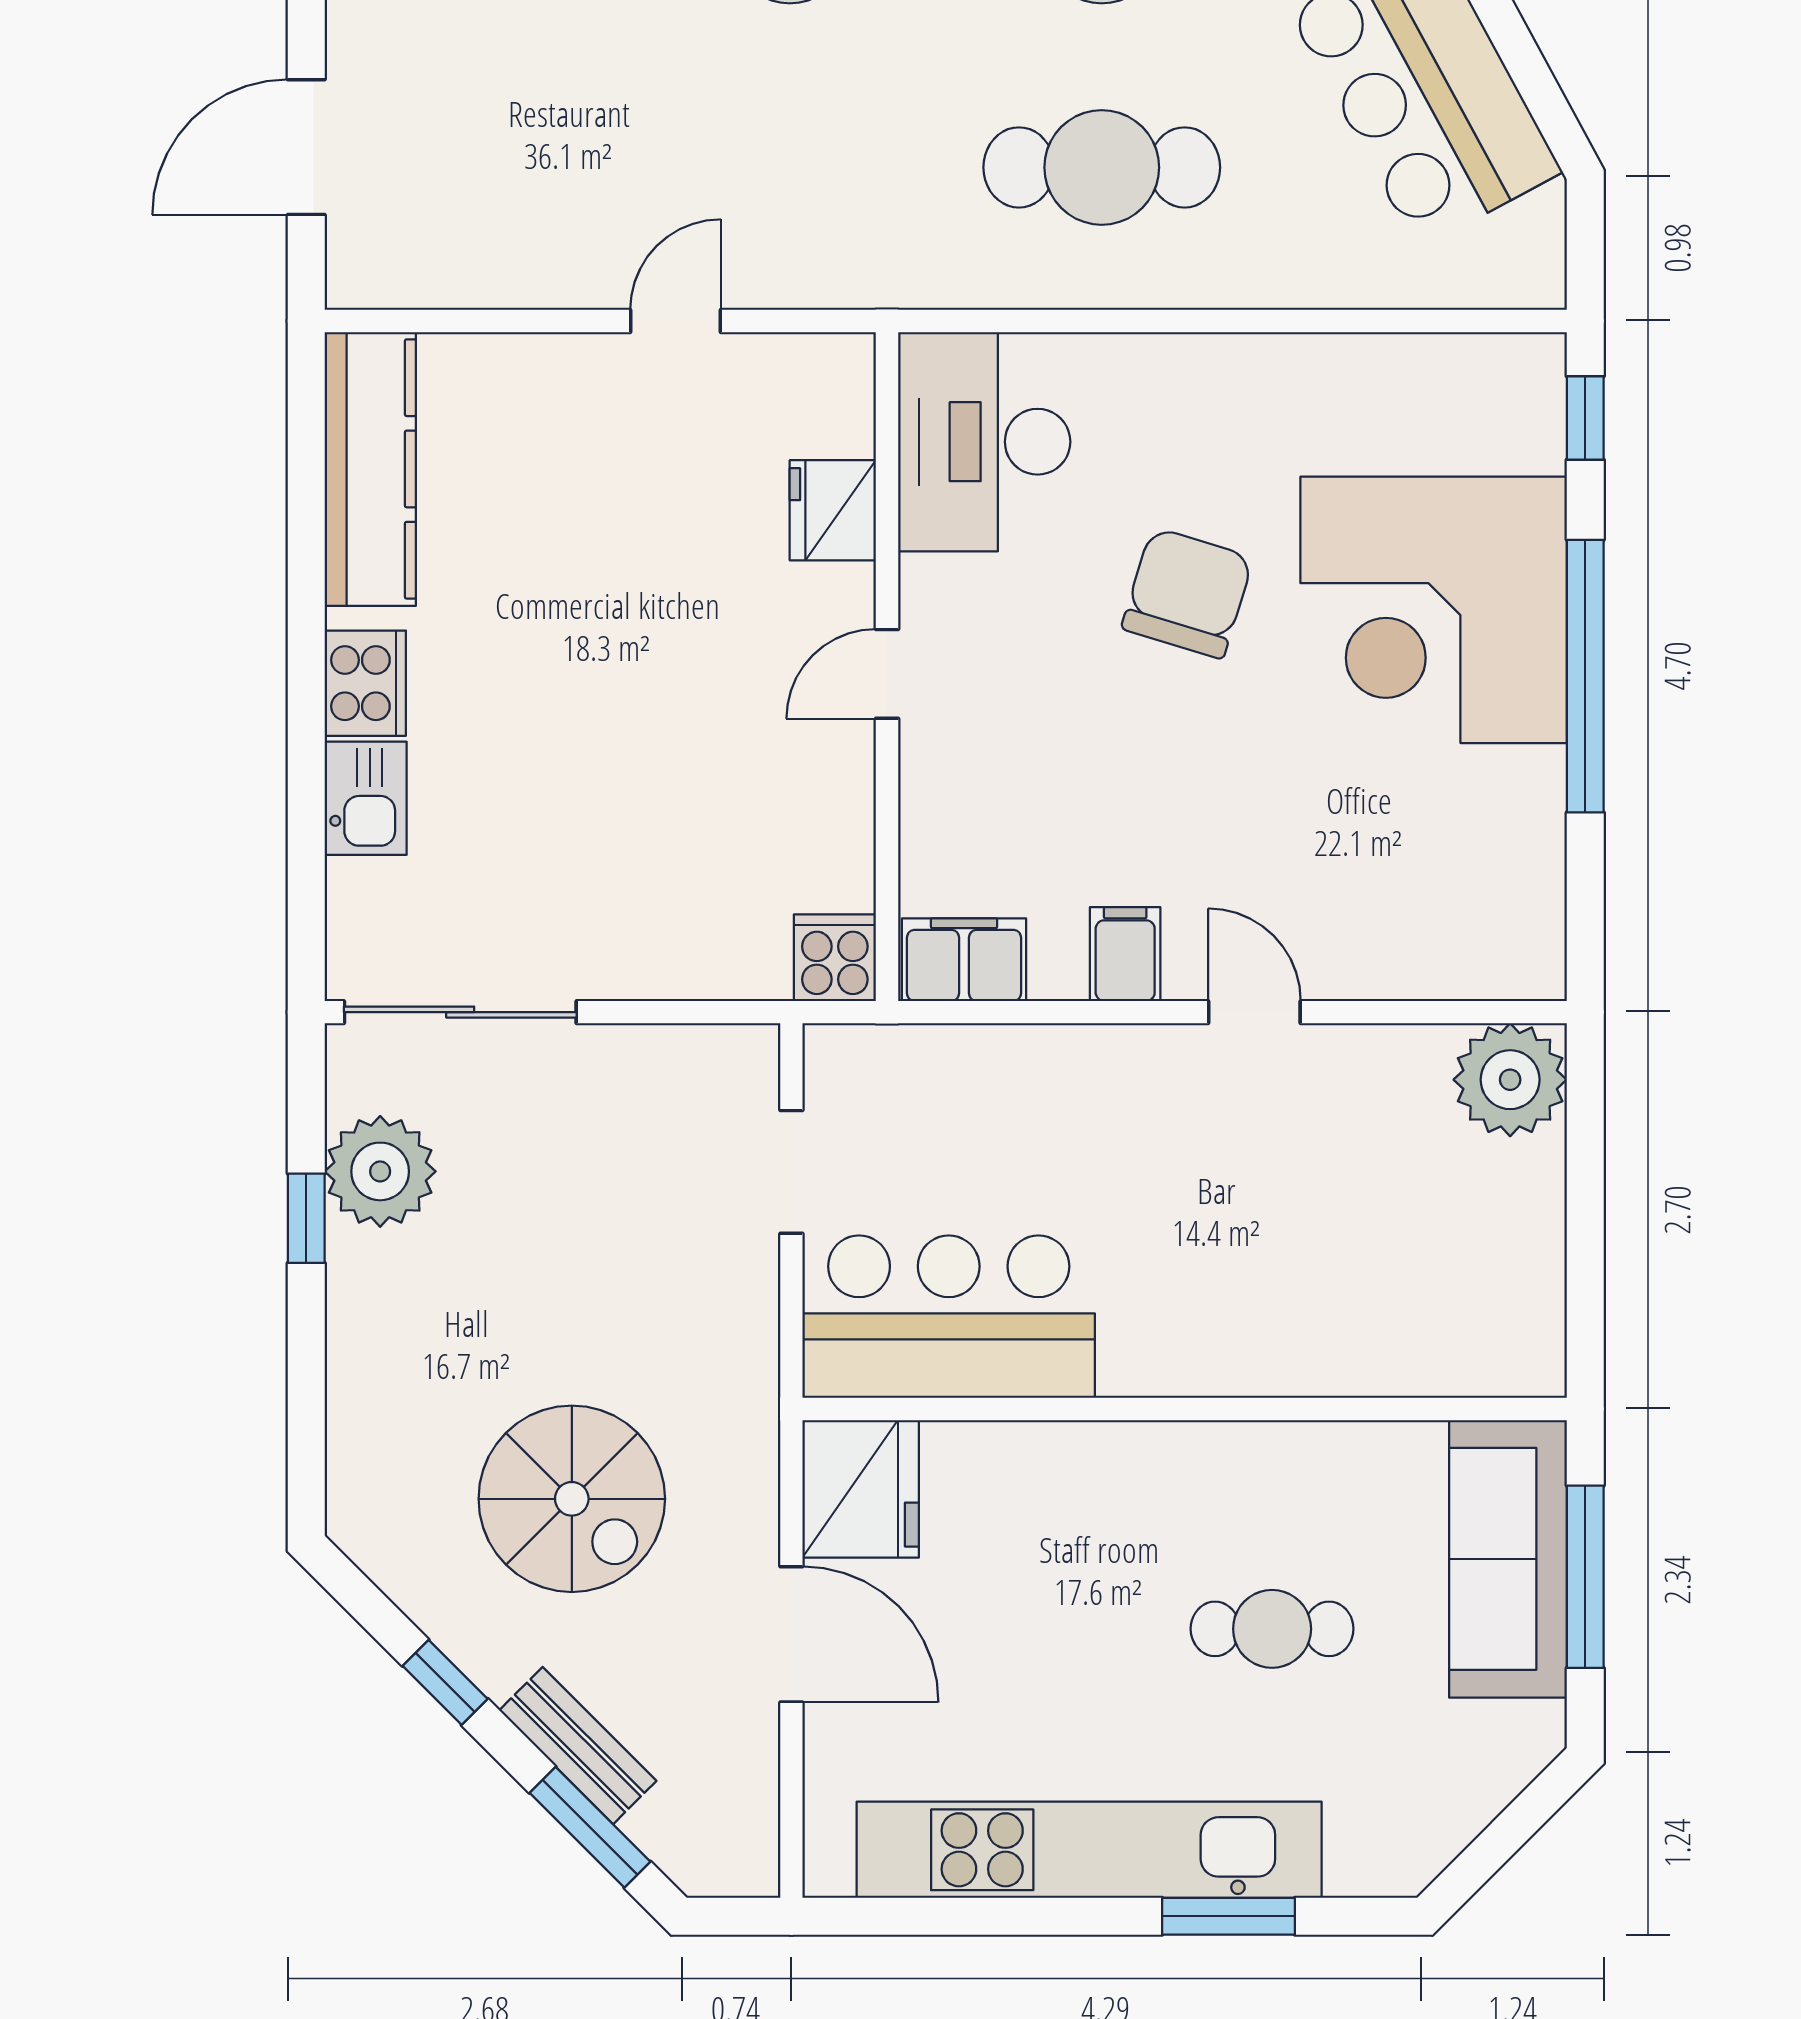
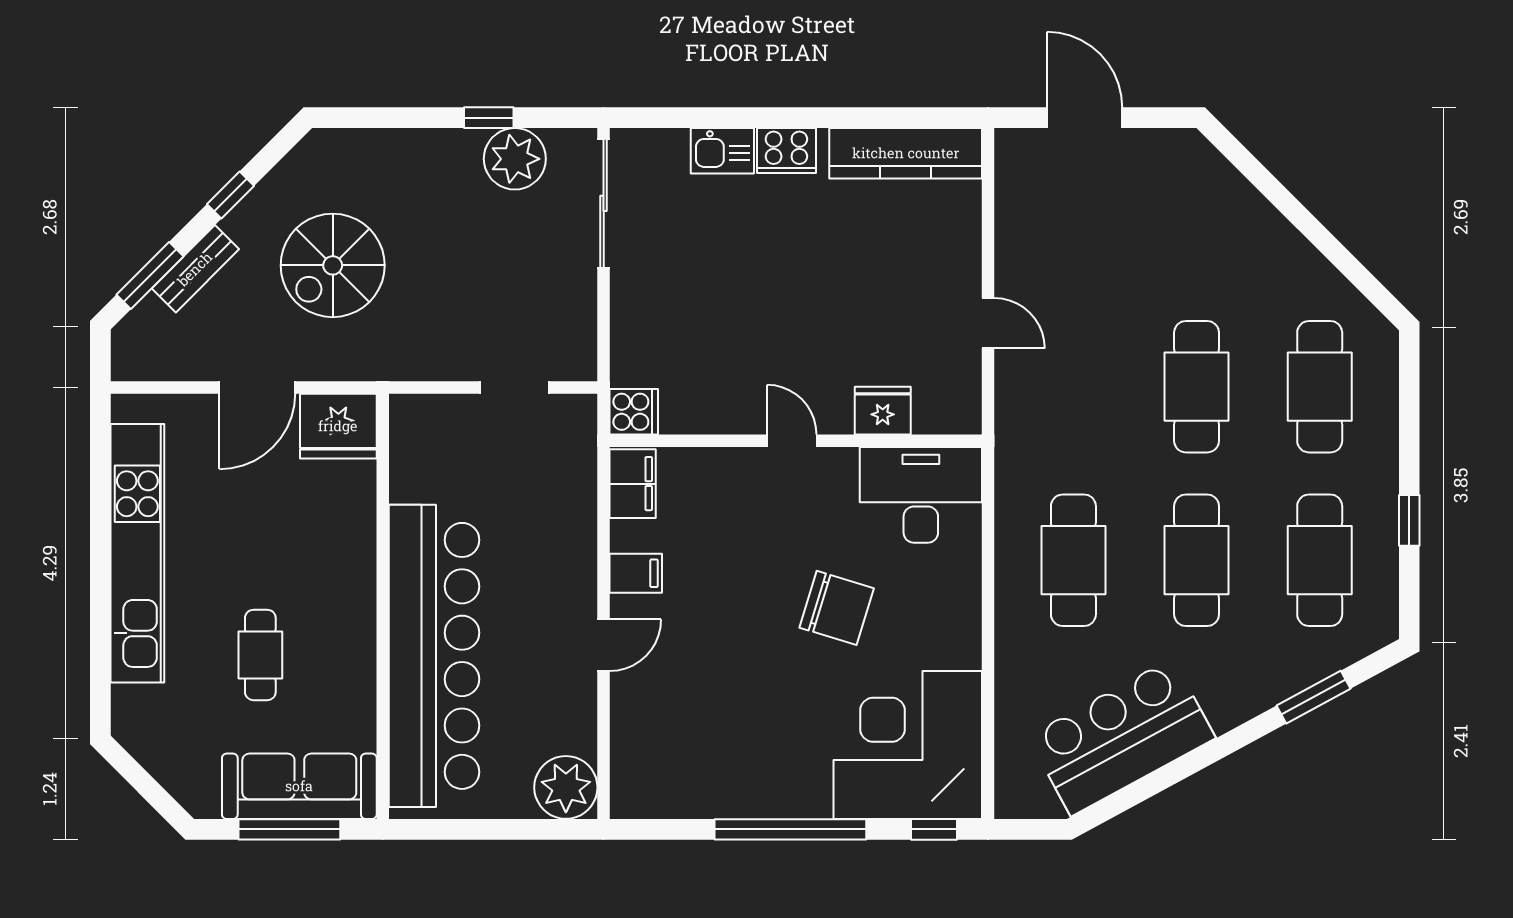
corner desk: (1434, 610) -> (908, 745), moved
bar counter: (949, 1317) -> (434, 656), moved, width x1.86
window: (1228, 1916) -> (100, 631), removed

